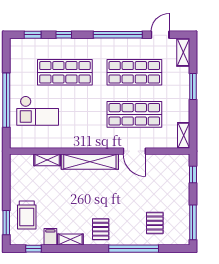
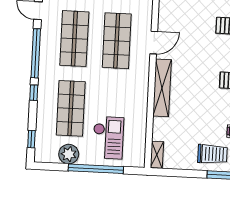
window: (64, 35) -> (34, 93), moved
plant: (20, 72) -> (69, 154), added
shelving: (47, 160) -> (157, 155), moved

